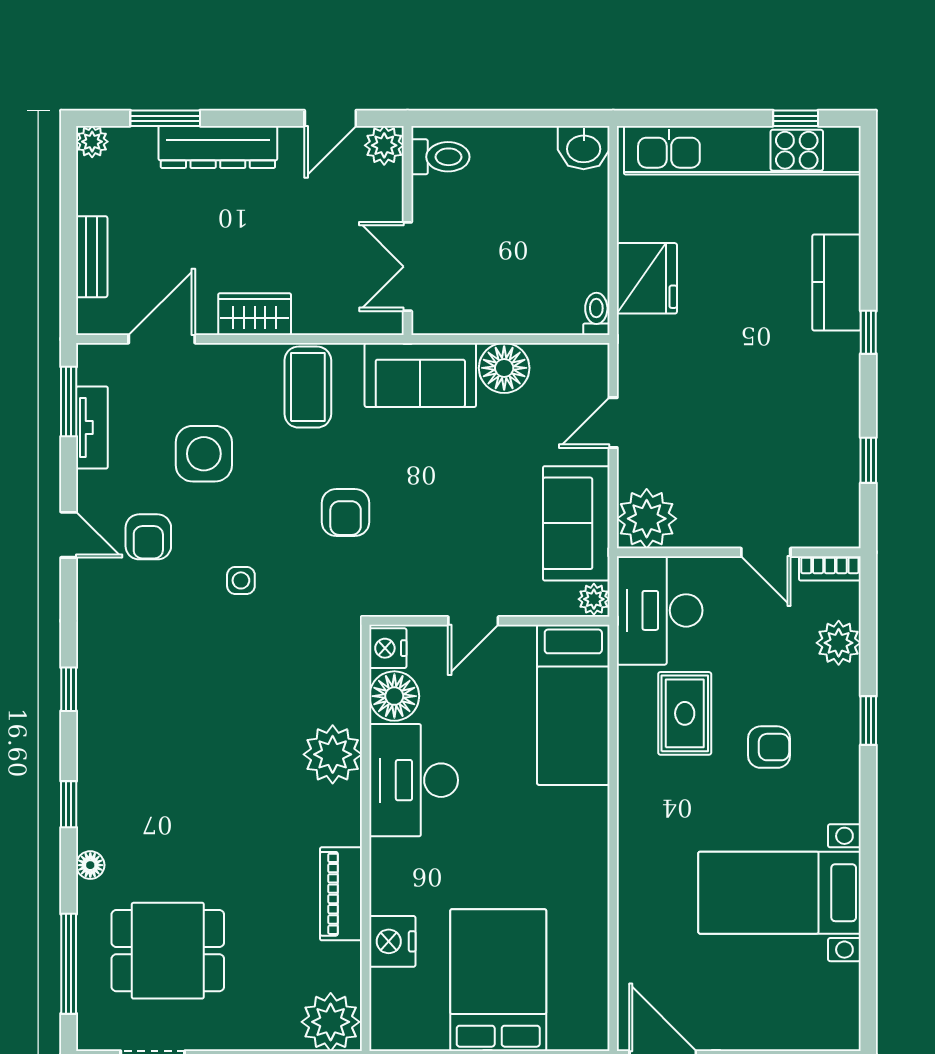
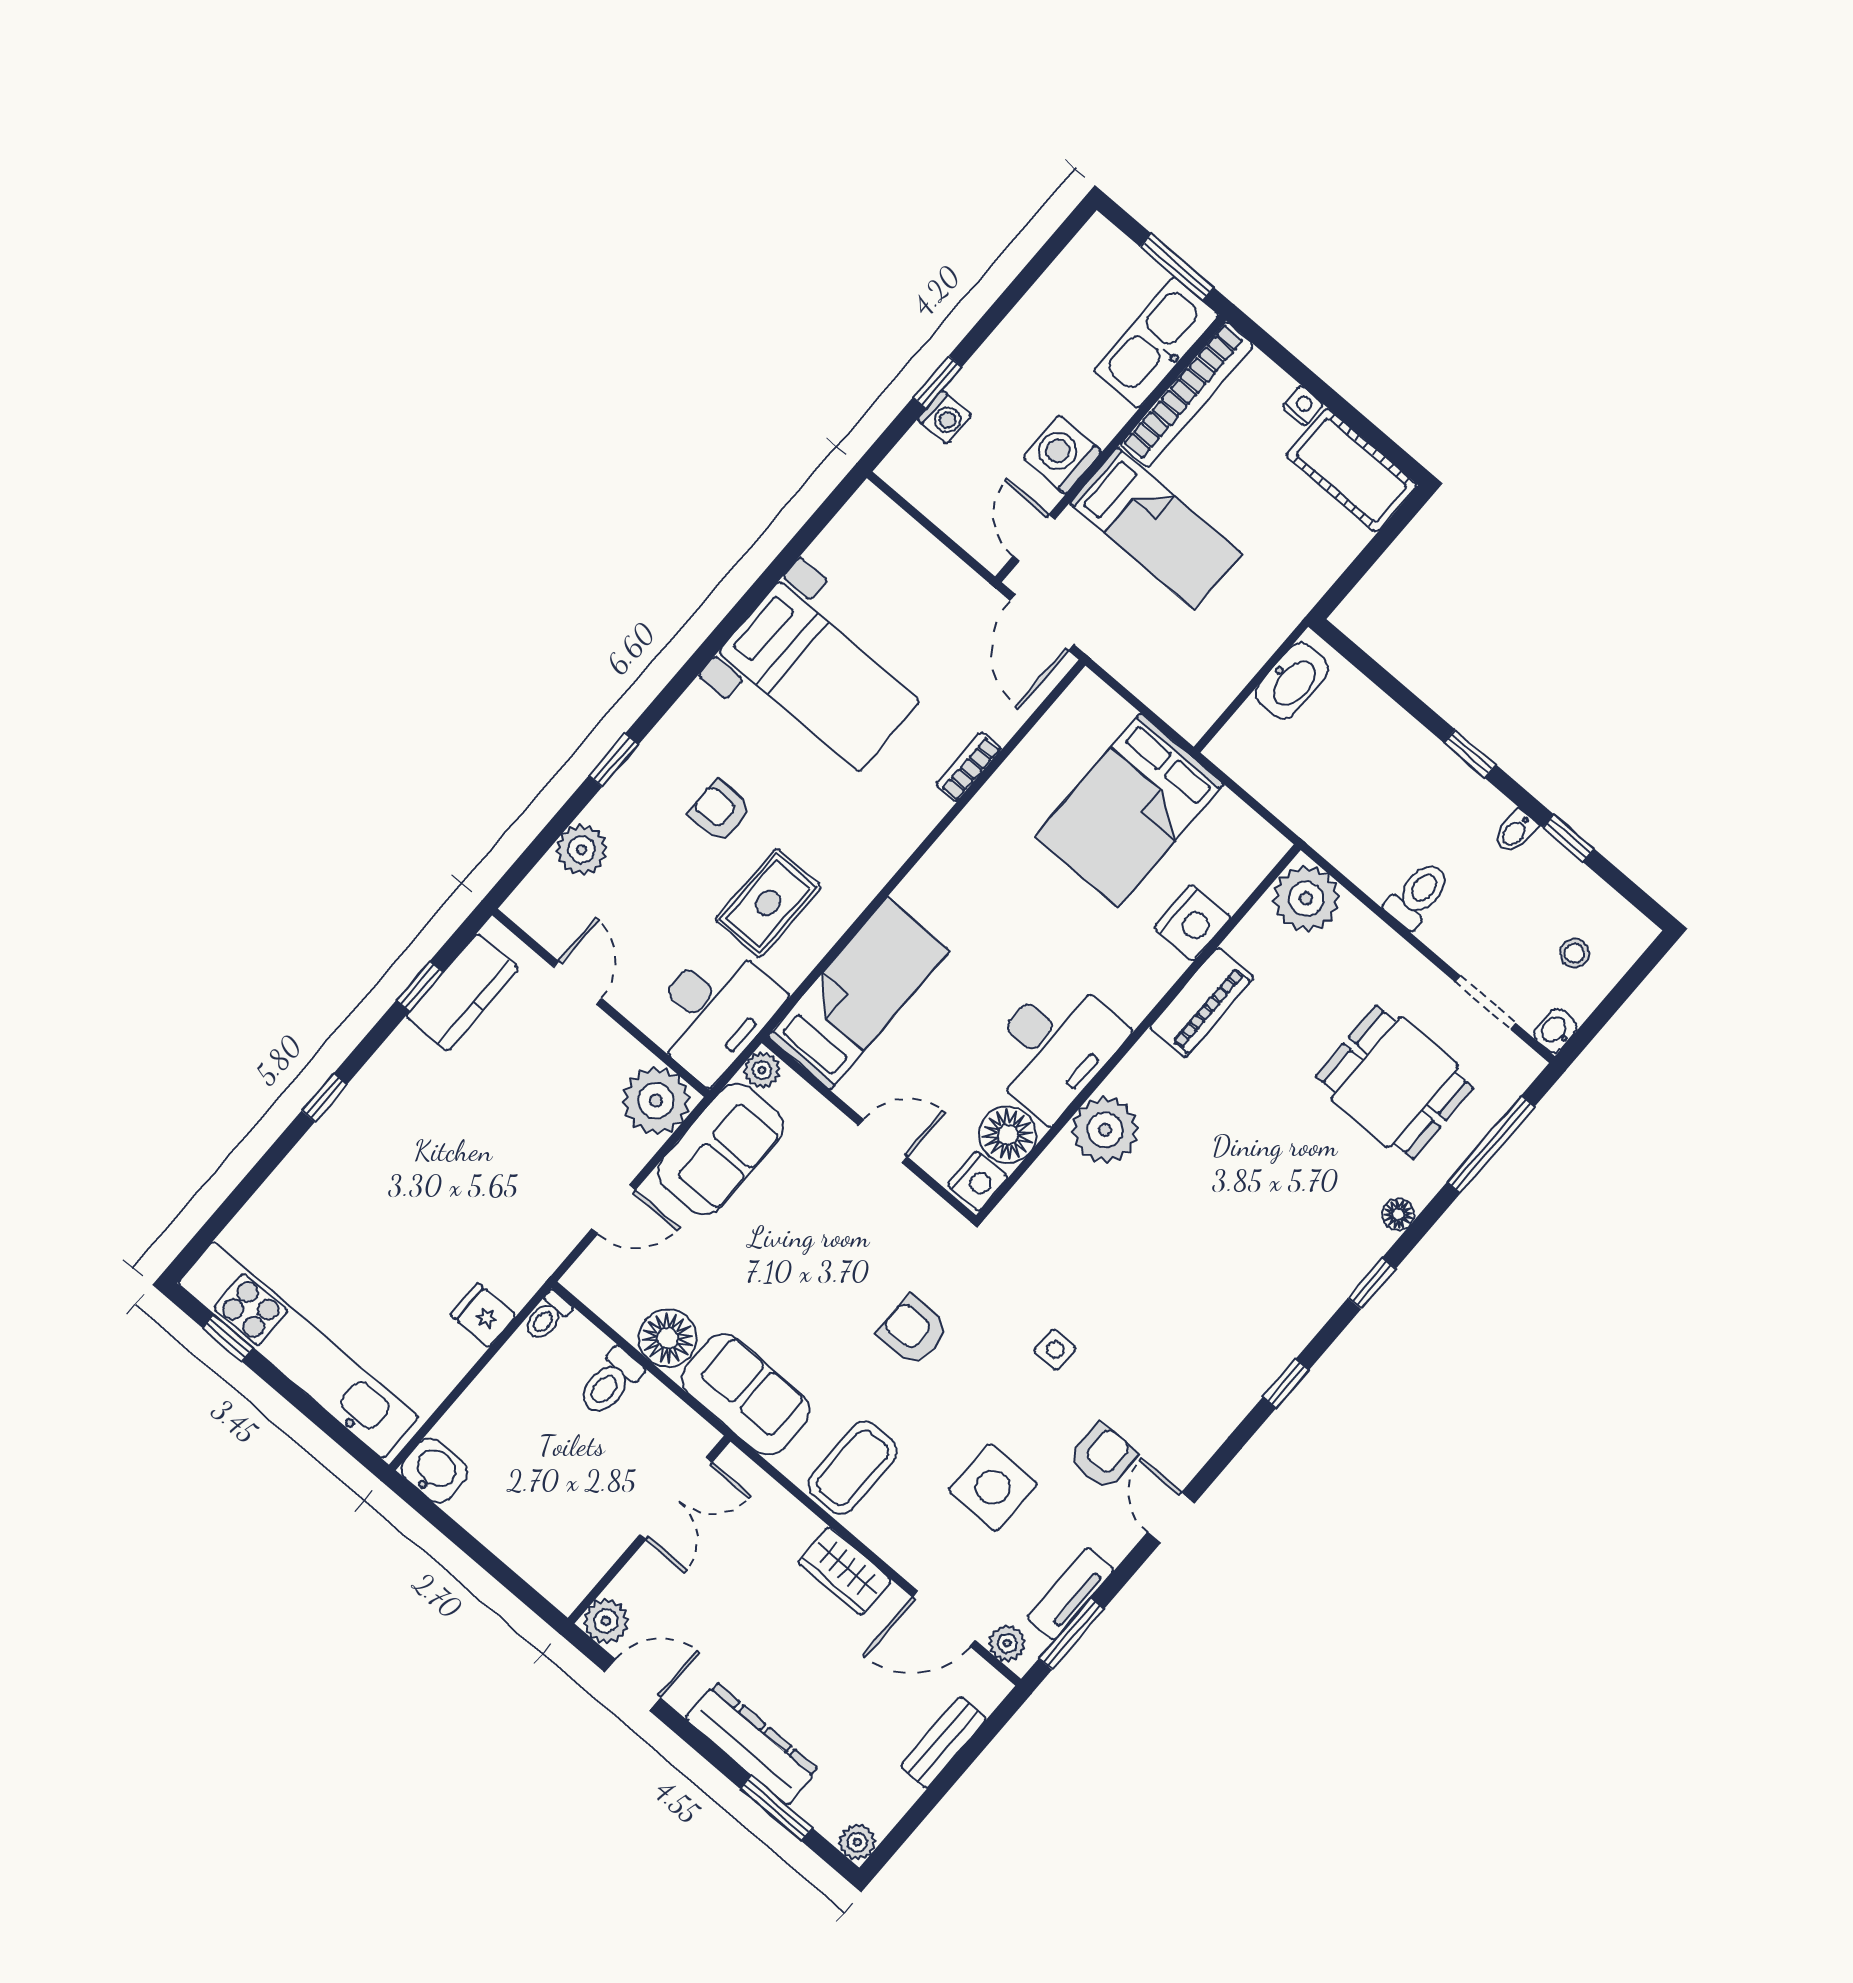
toilet: (440, 157) -> (610, 1382), moved, turned -90
fridge: (647, 278) -> (483, 1315), width x0.53, depth x0.75
kitchen counter: (837, 282) -> (462, 992), moved
plant: (106, 359) -> (1007, 1643), added
armchair: (346, 512) -> (913, 1331), turned -90
bookcase: (830, 568) -> (969, 767), moved, turned -90

